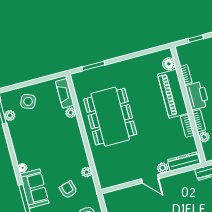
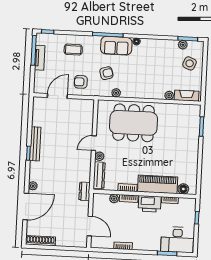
dining table: (110, 117) -> (134, 123), moved

